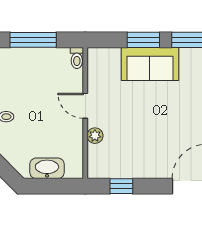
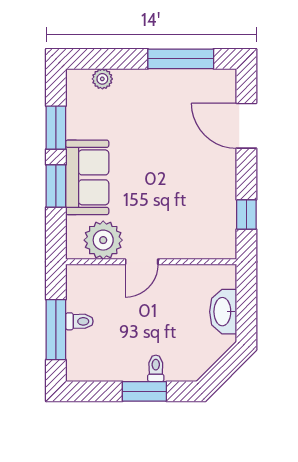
toilet: (77, 58) -> (79, 321), moved
plant: (95, 136) -> (103, 240), moved, width x1.88, depth x1.88

